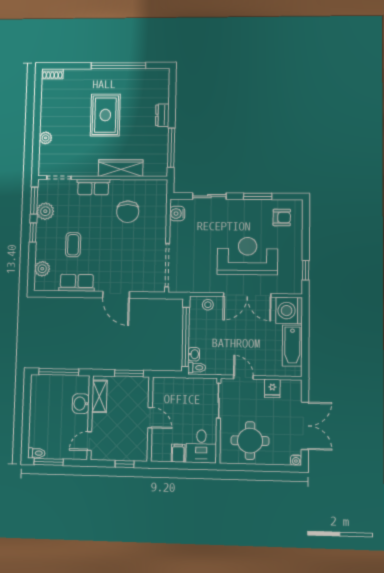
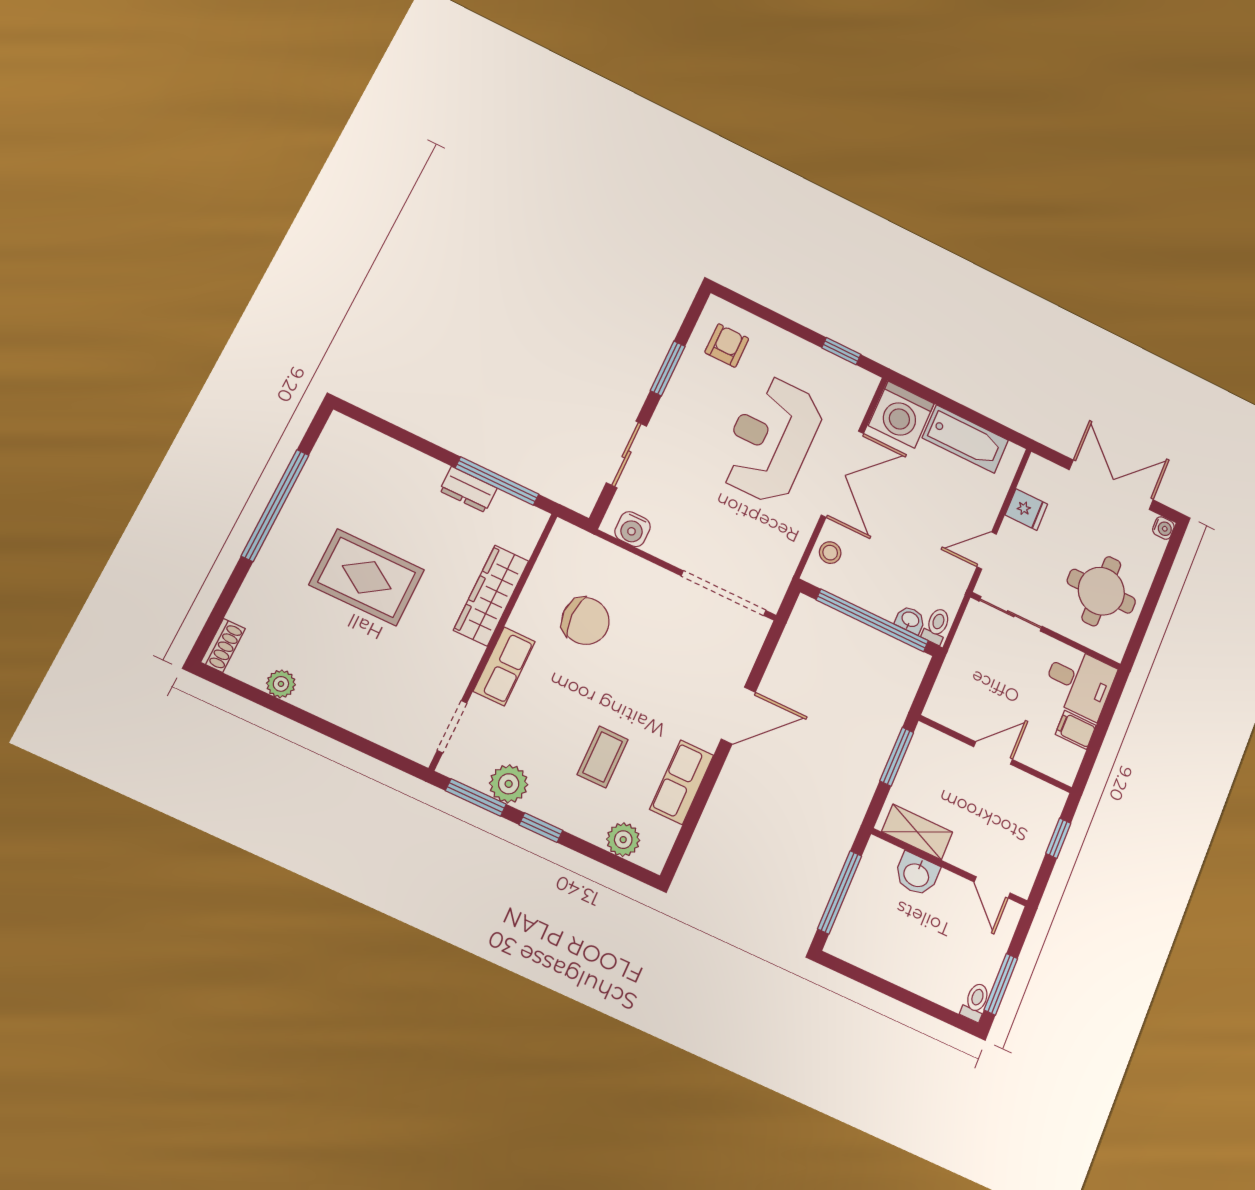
dresser: (162, 115) -> (468, 489), moved
plant: (46, 138) -> (281, 684), moved
coffee table: (73, 245) -> (603, 757), turned 90

